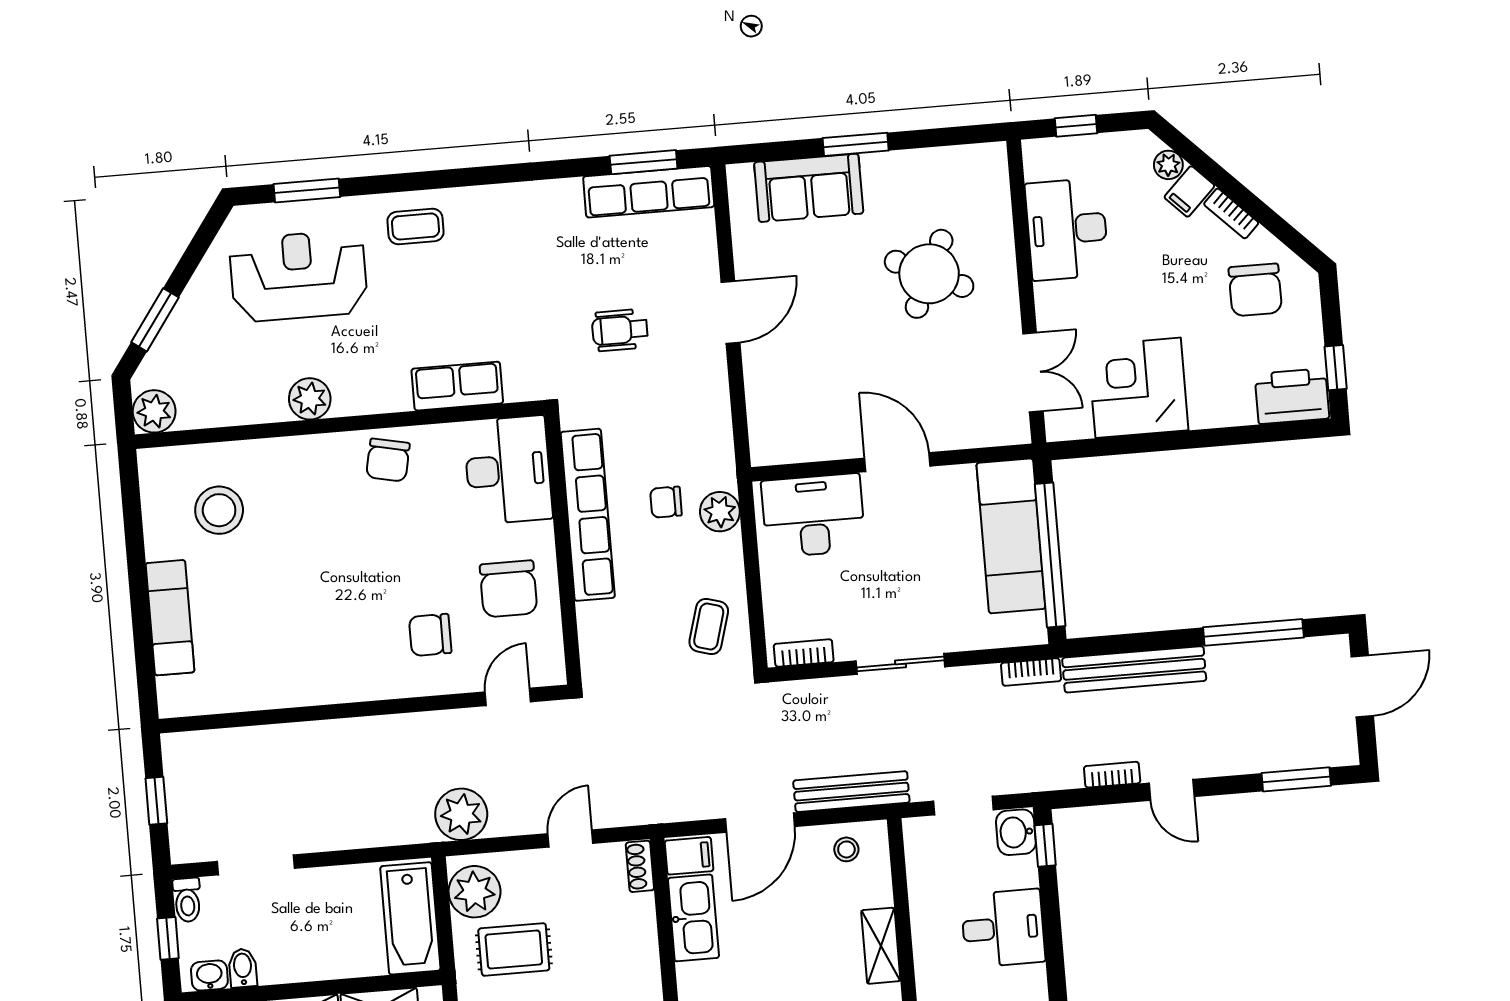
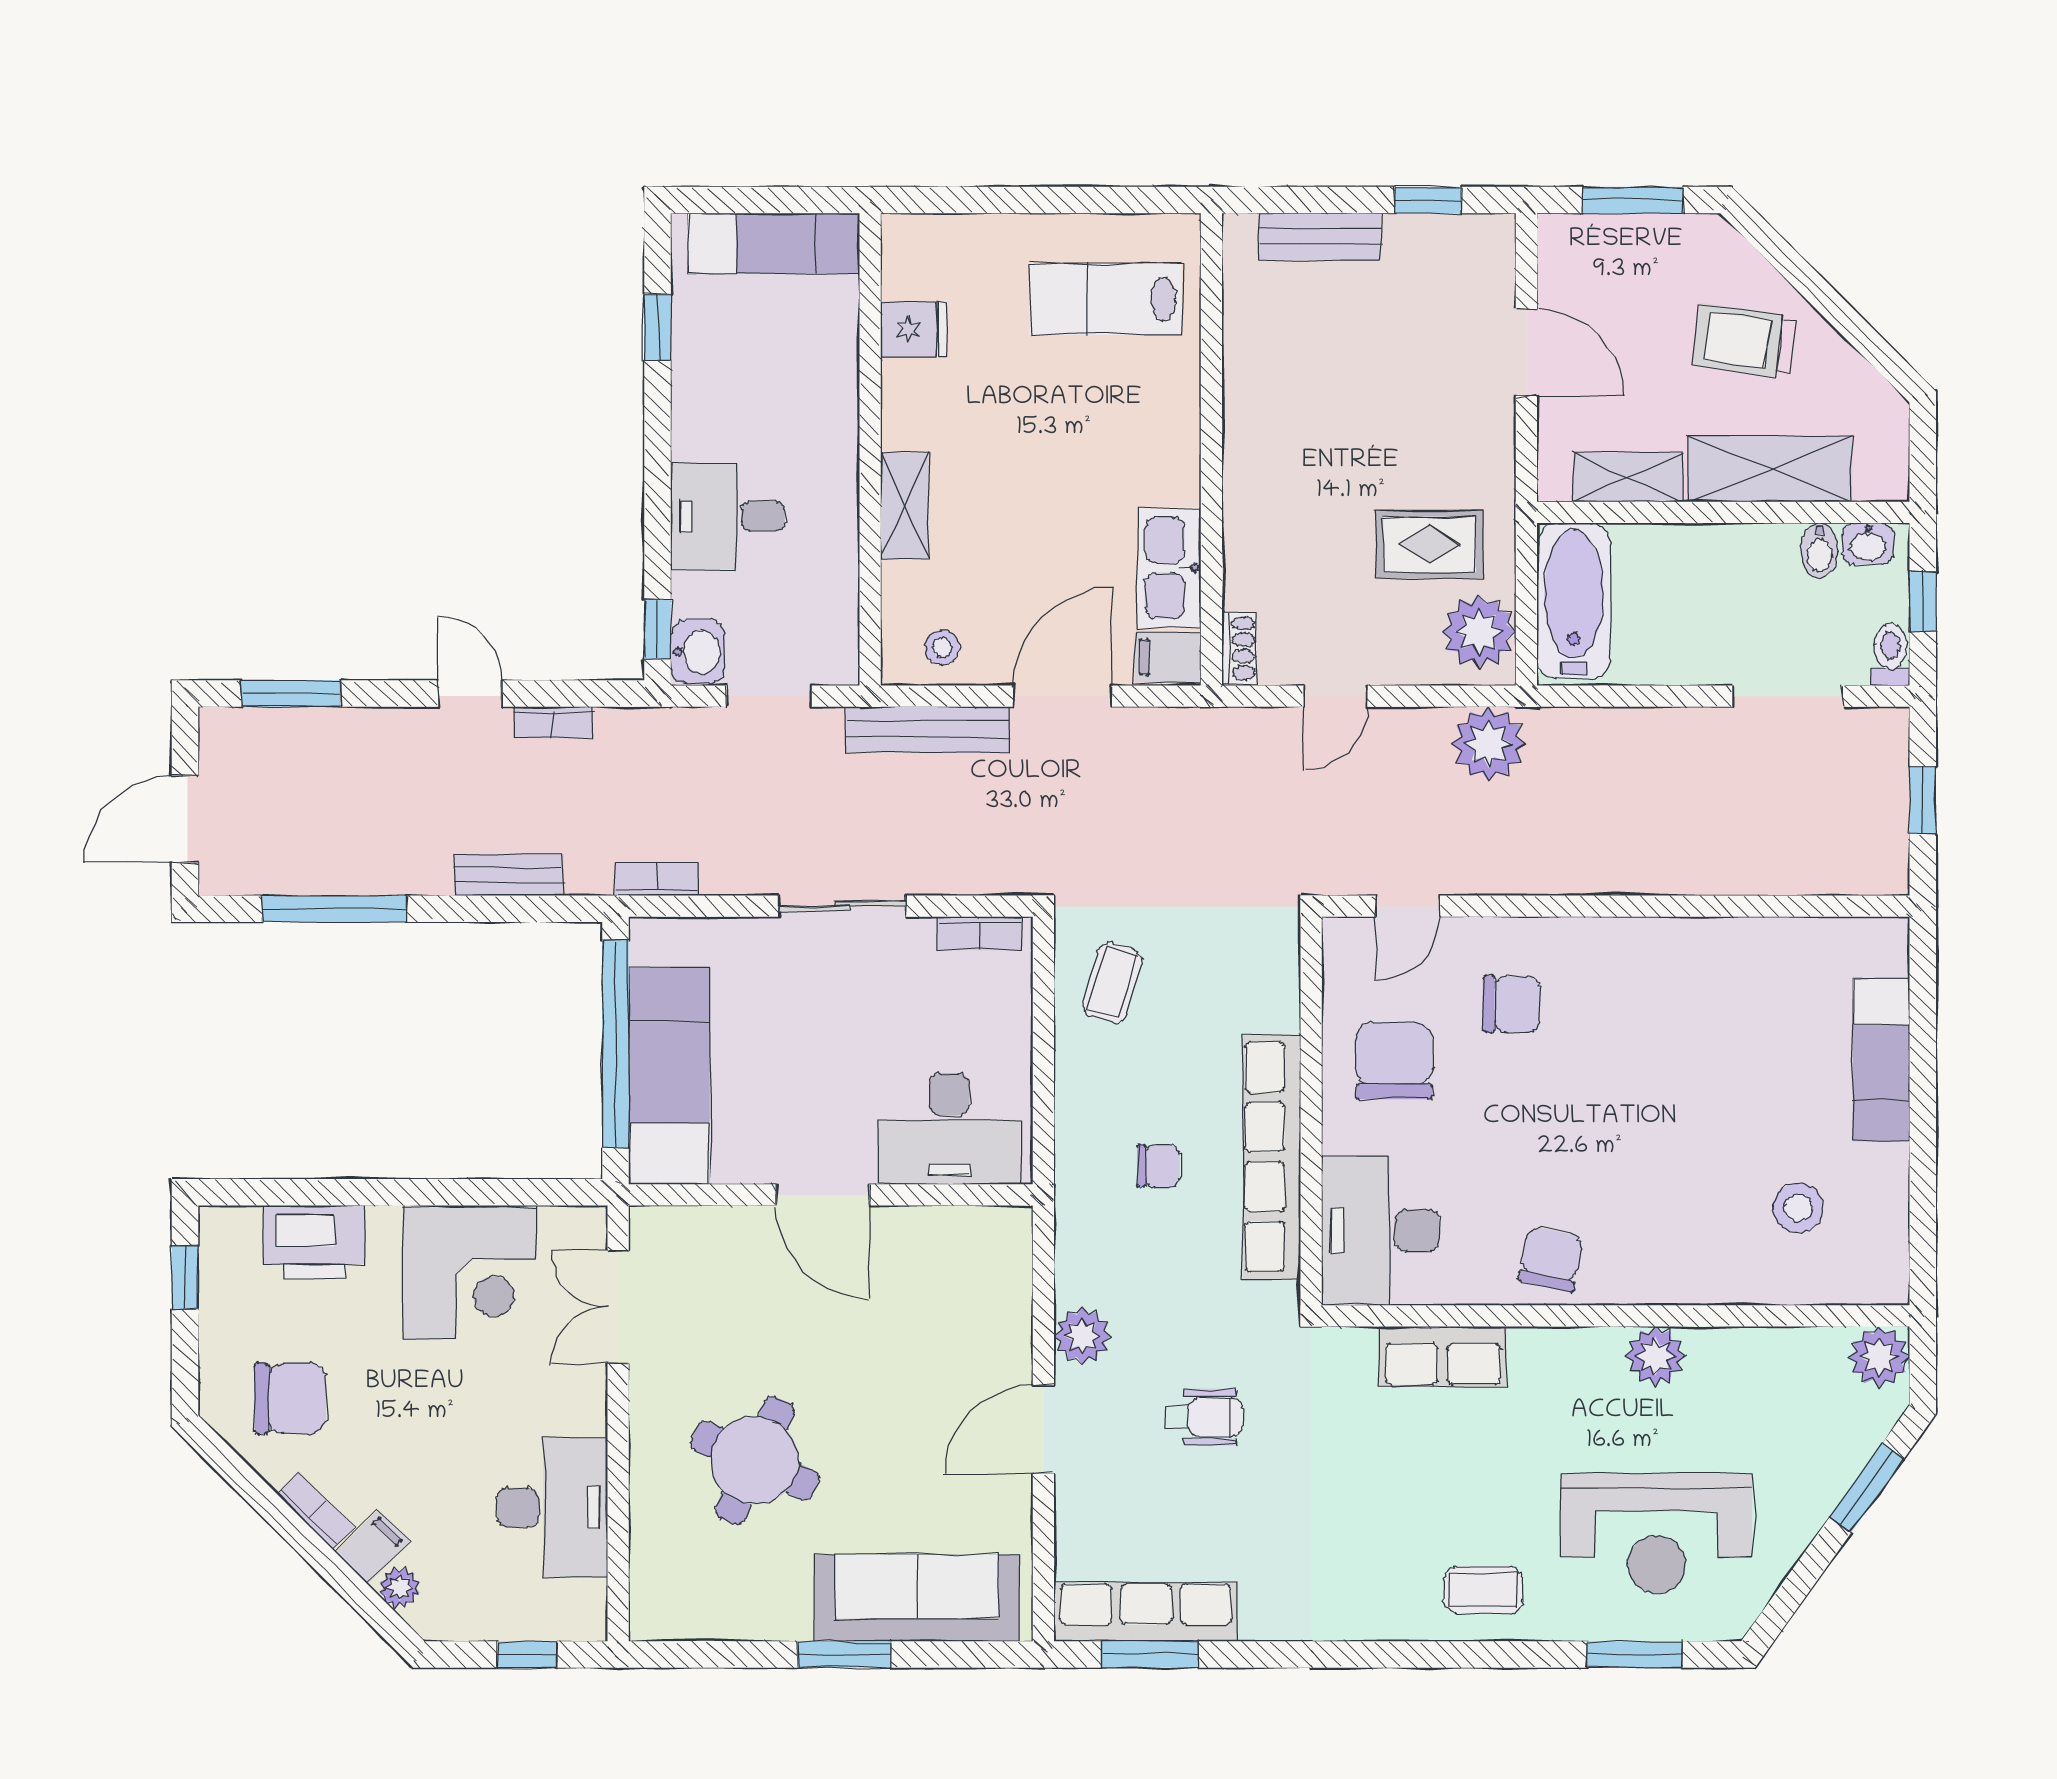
sofa: (809, 188) -> (917, 1598), width x1.36
chair: (1255, 290) -> (290, 1398), turned 90
printer: (1292, 396) -> (314, 1242), moved
stool: (219, 510) -> (1798, 1208), width x0.73, depth x0.73
plant: (720, 512) -> (1082, 1336), moved
bench: (1134, 669) -> (509, 875), width x0.54, depth x0.82

